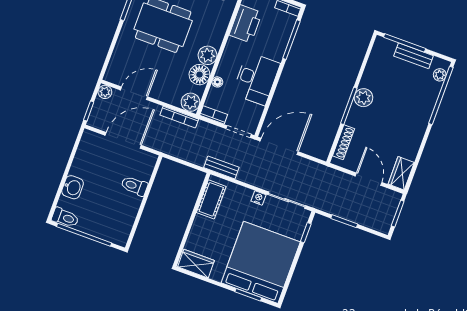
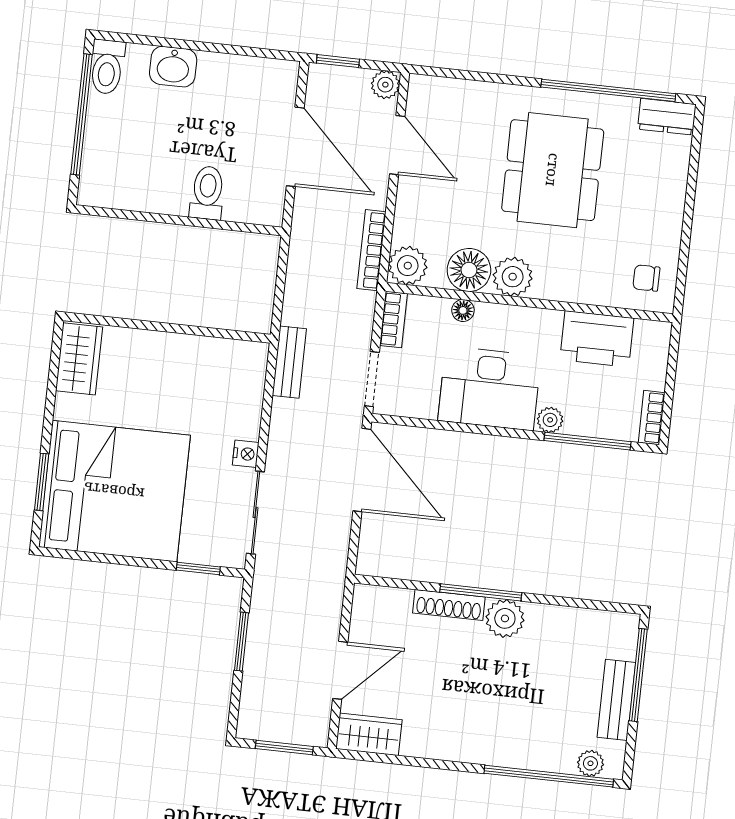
plant: (278, 54) -> (550, 420), added
shoe rack: (344, 142) -> (449, 605), moved
cot: (211, 199) -> (219, 357), removed

